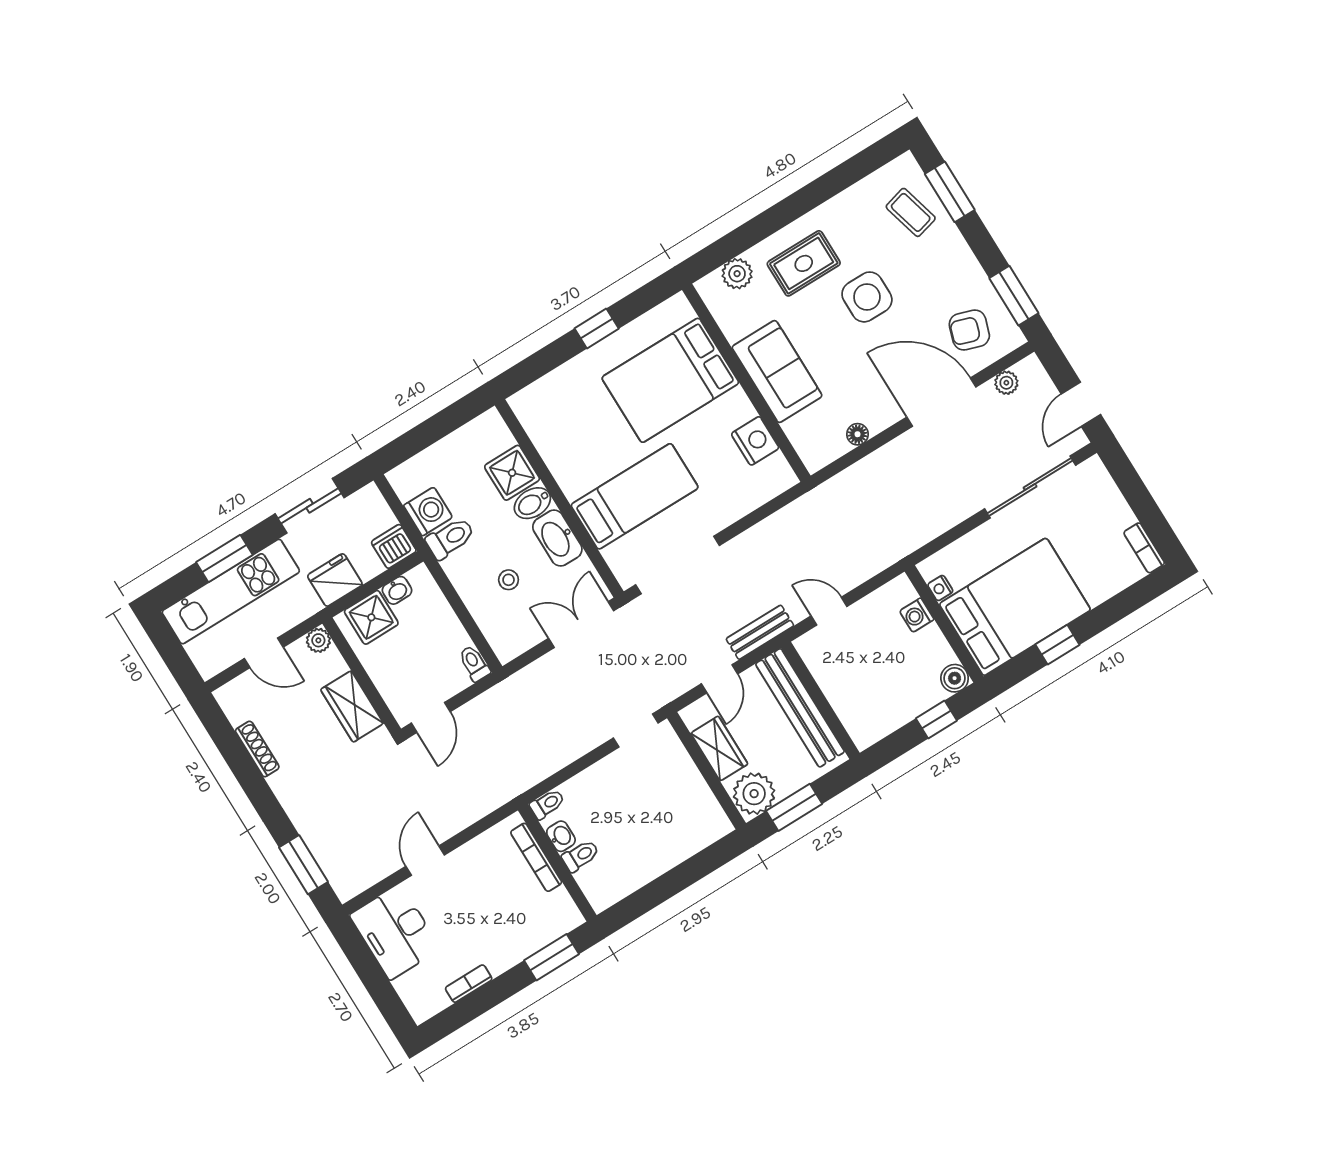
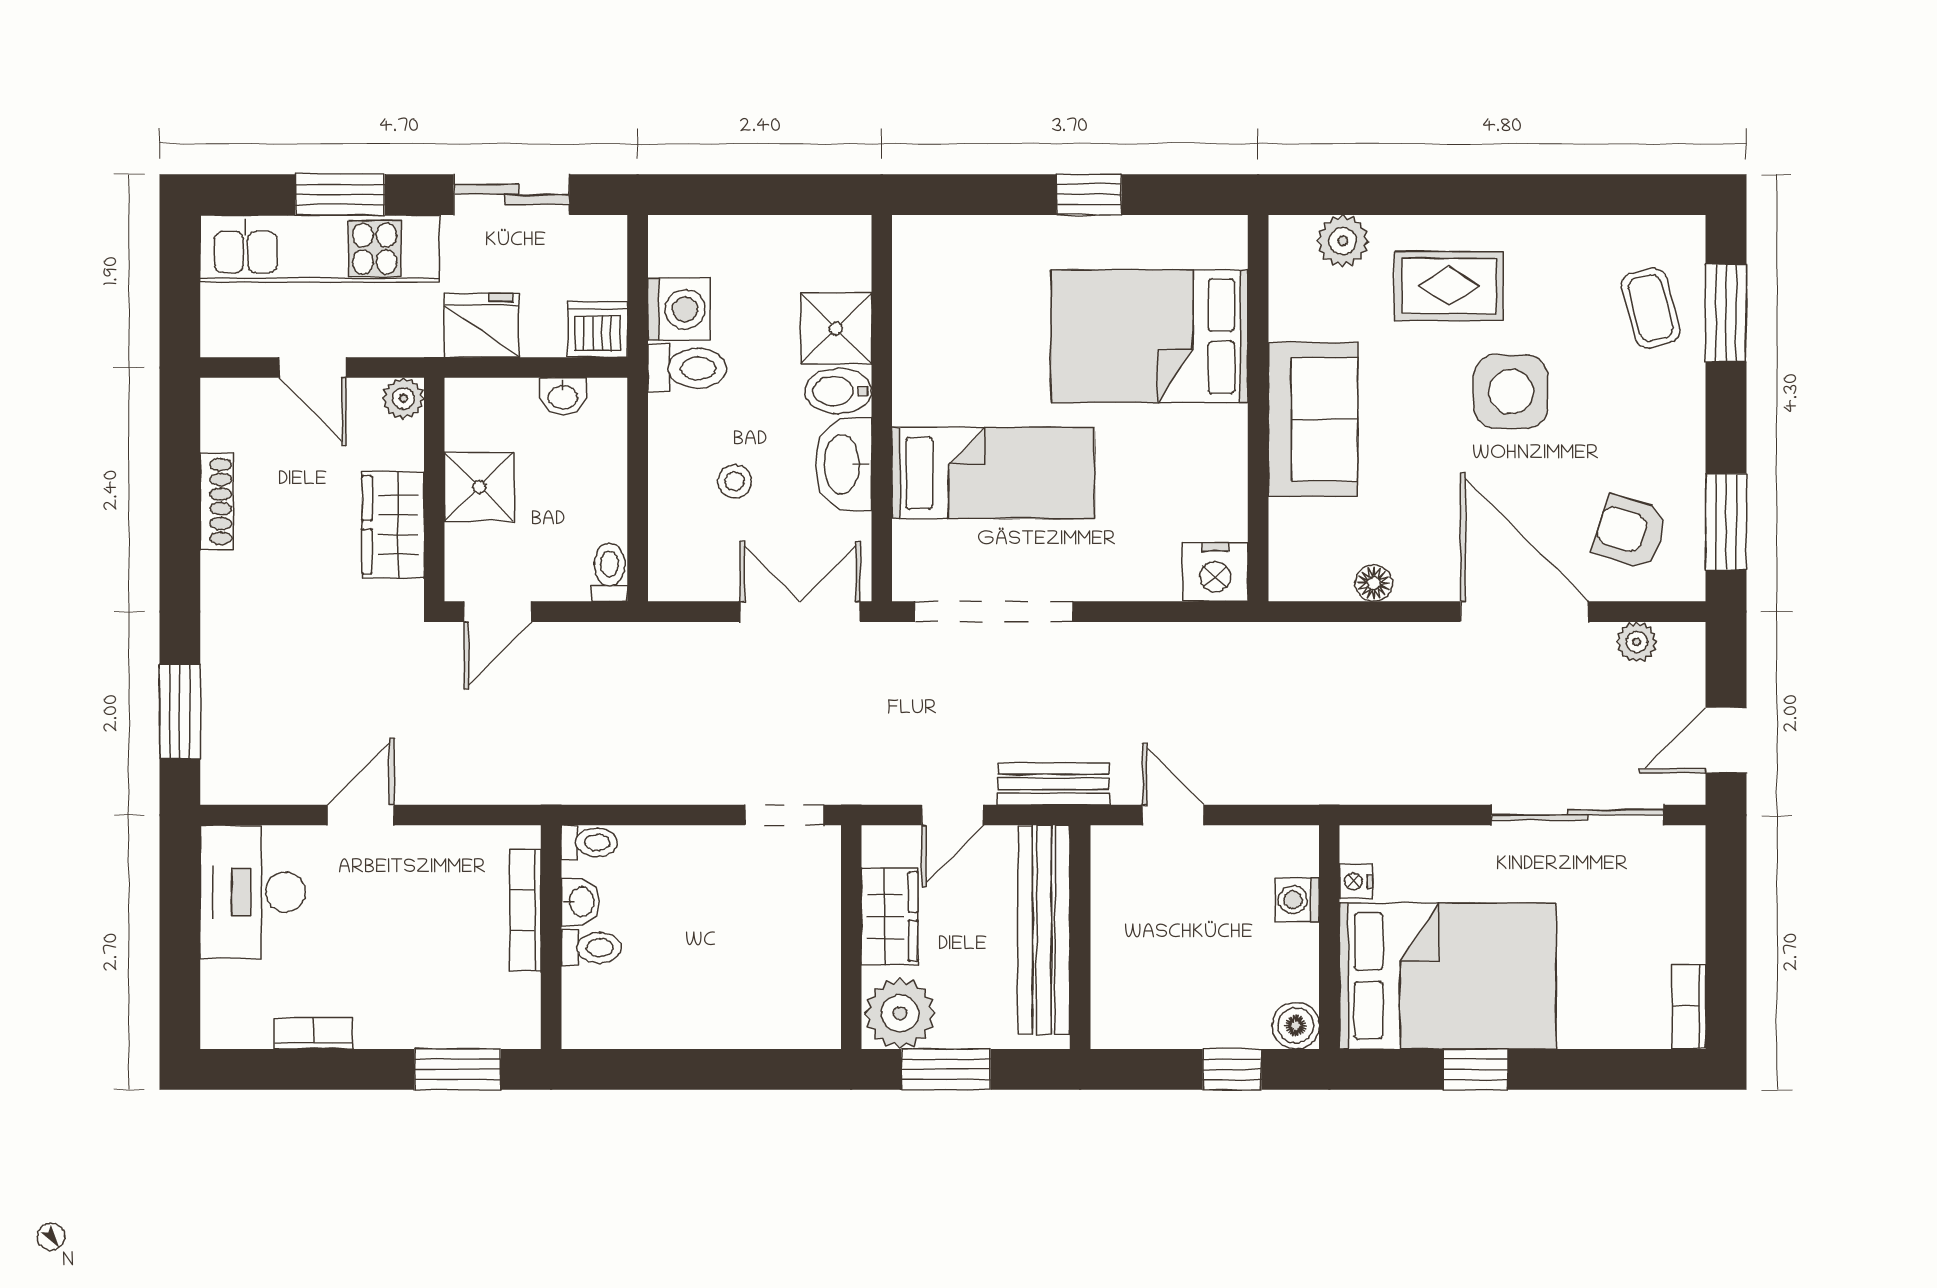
nightstand: (755, 441) -> (1215, 572), moved, turned 90
shower: (371, 617) -> (479, 487), moved

